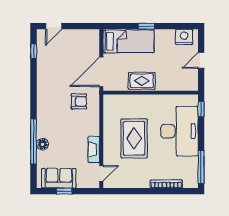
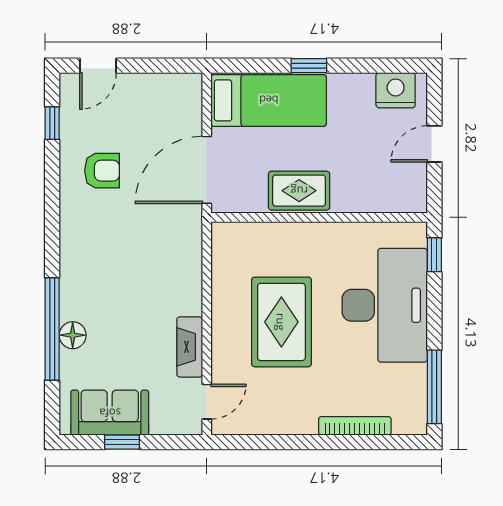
armchair: (79, 101) -> (102, 171), moved

